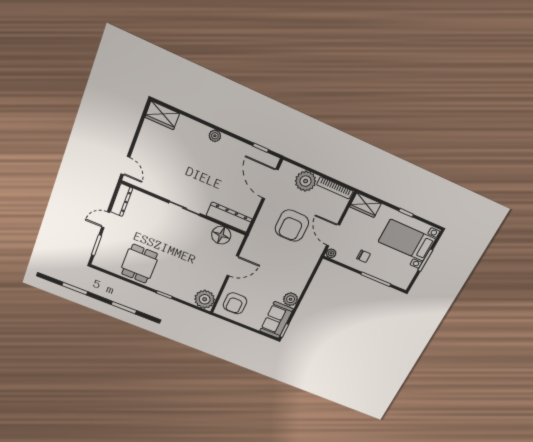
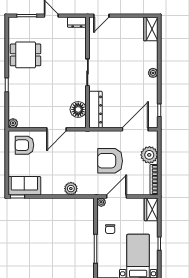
dresser: (122, 200) -> (77, 22), width x0.70
door: (233, 266) -> (56, 129), hinge flipped
plant: (205, 299) -> (13, 123), width x0.53, depth x0.53
plant: (291, 299) -> (71, 189), moved

